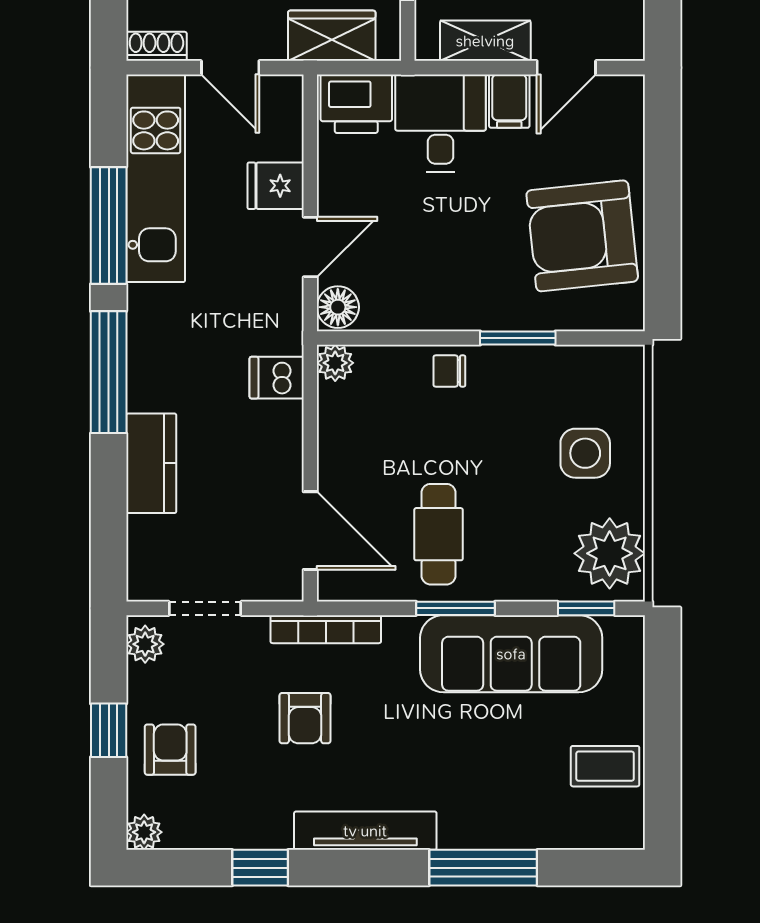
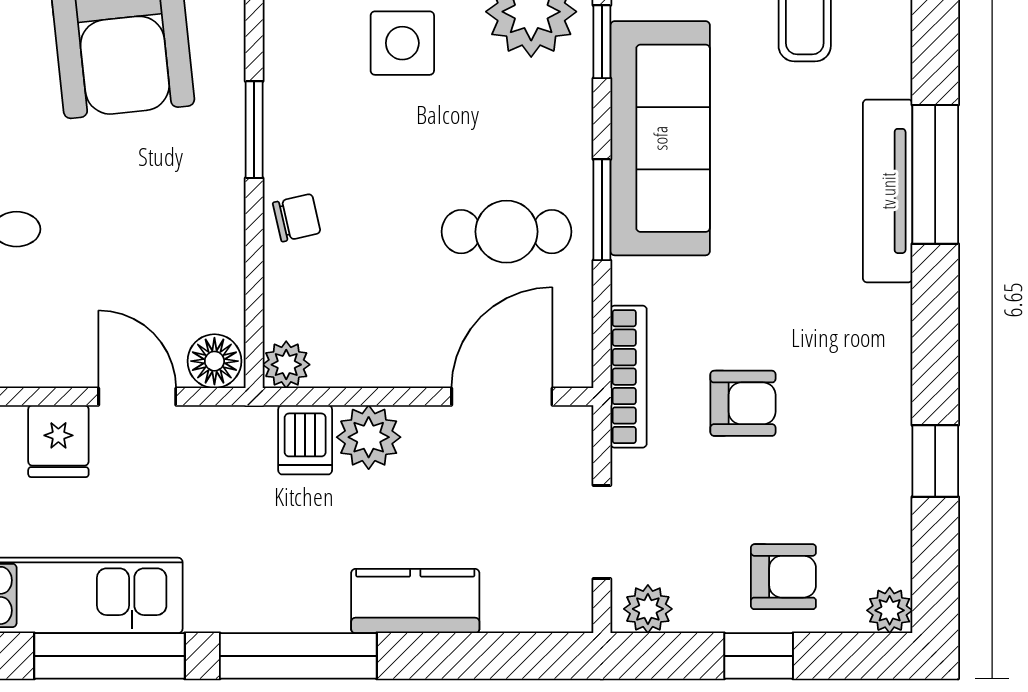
chair: (449, 371) -> (297, 218), turned -103
plant: (279, 427) -> (369, 437), added
armchair: (170, 750) -> (783, 577), turned 180
tv unit: (365, 831) -> (888, 191), moved

